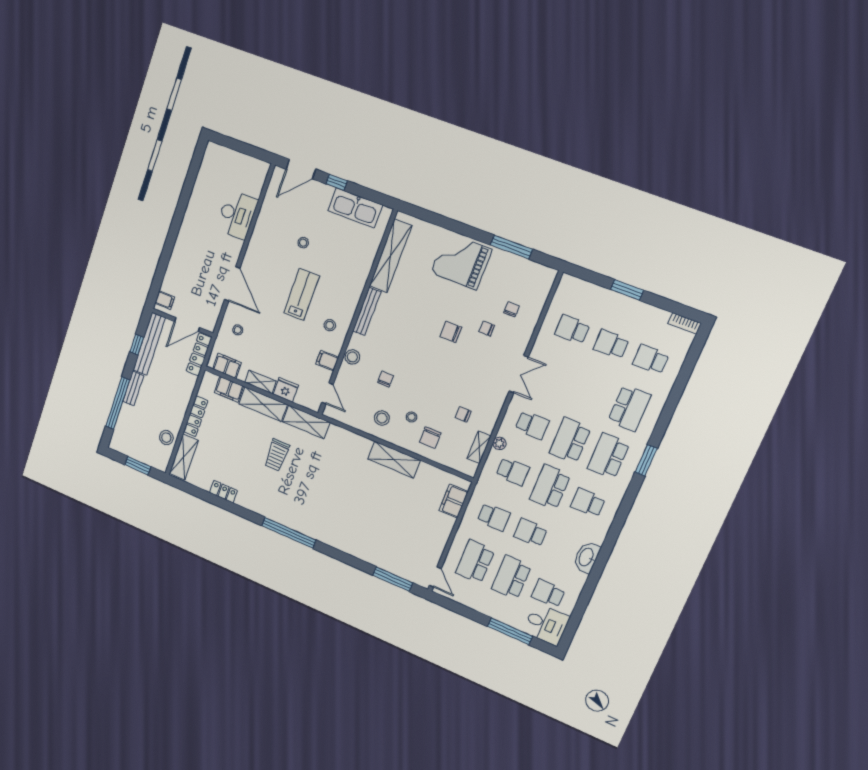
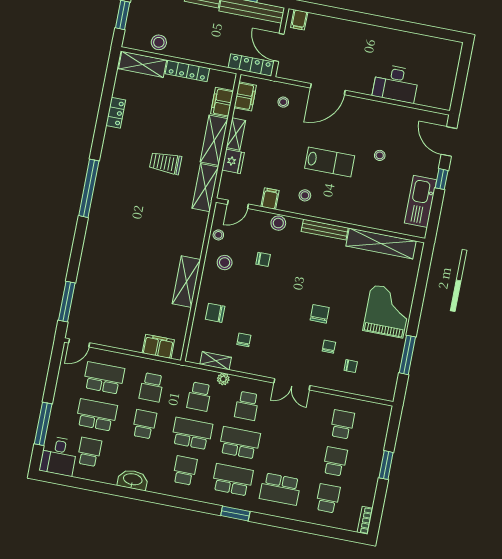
stool: (411, 417) -> (218, 235), moved

